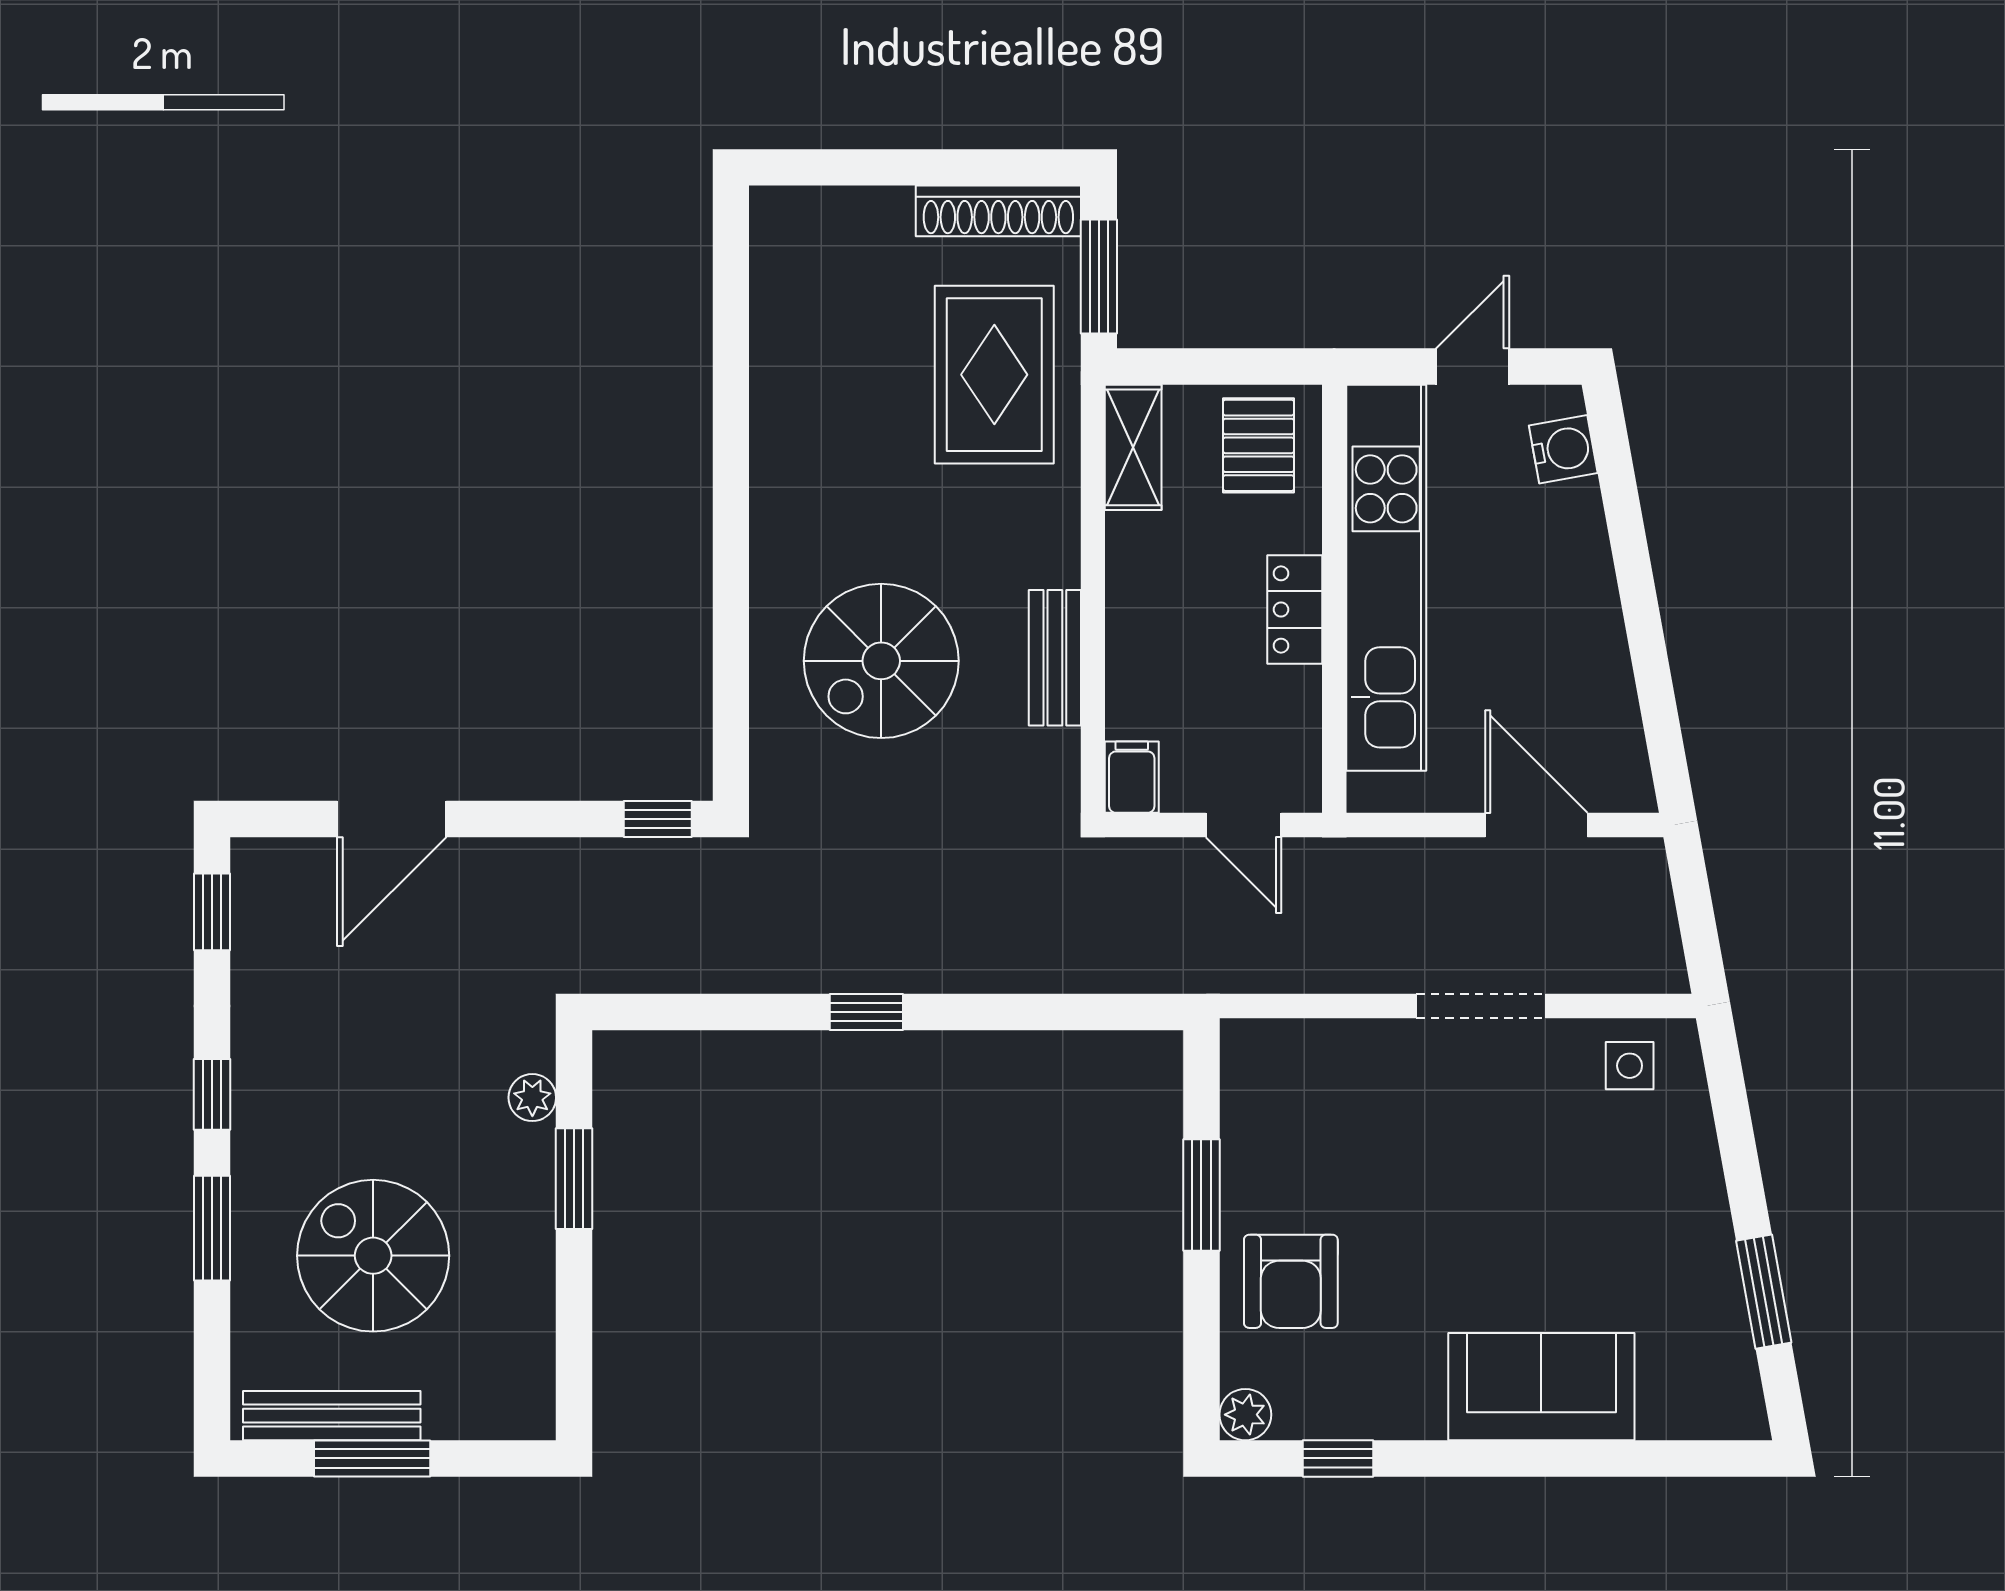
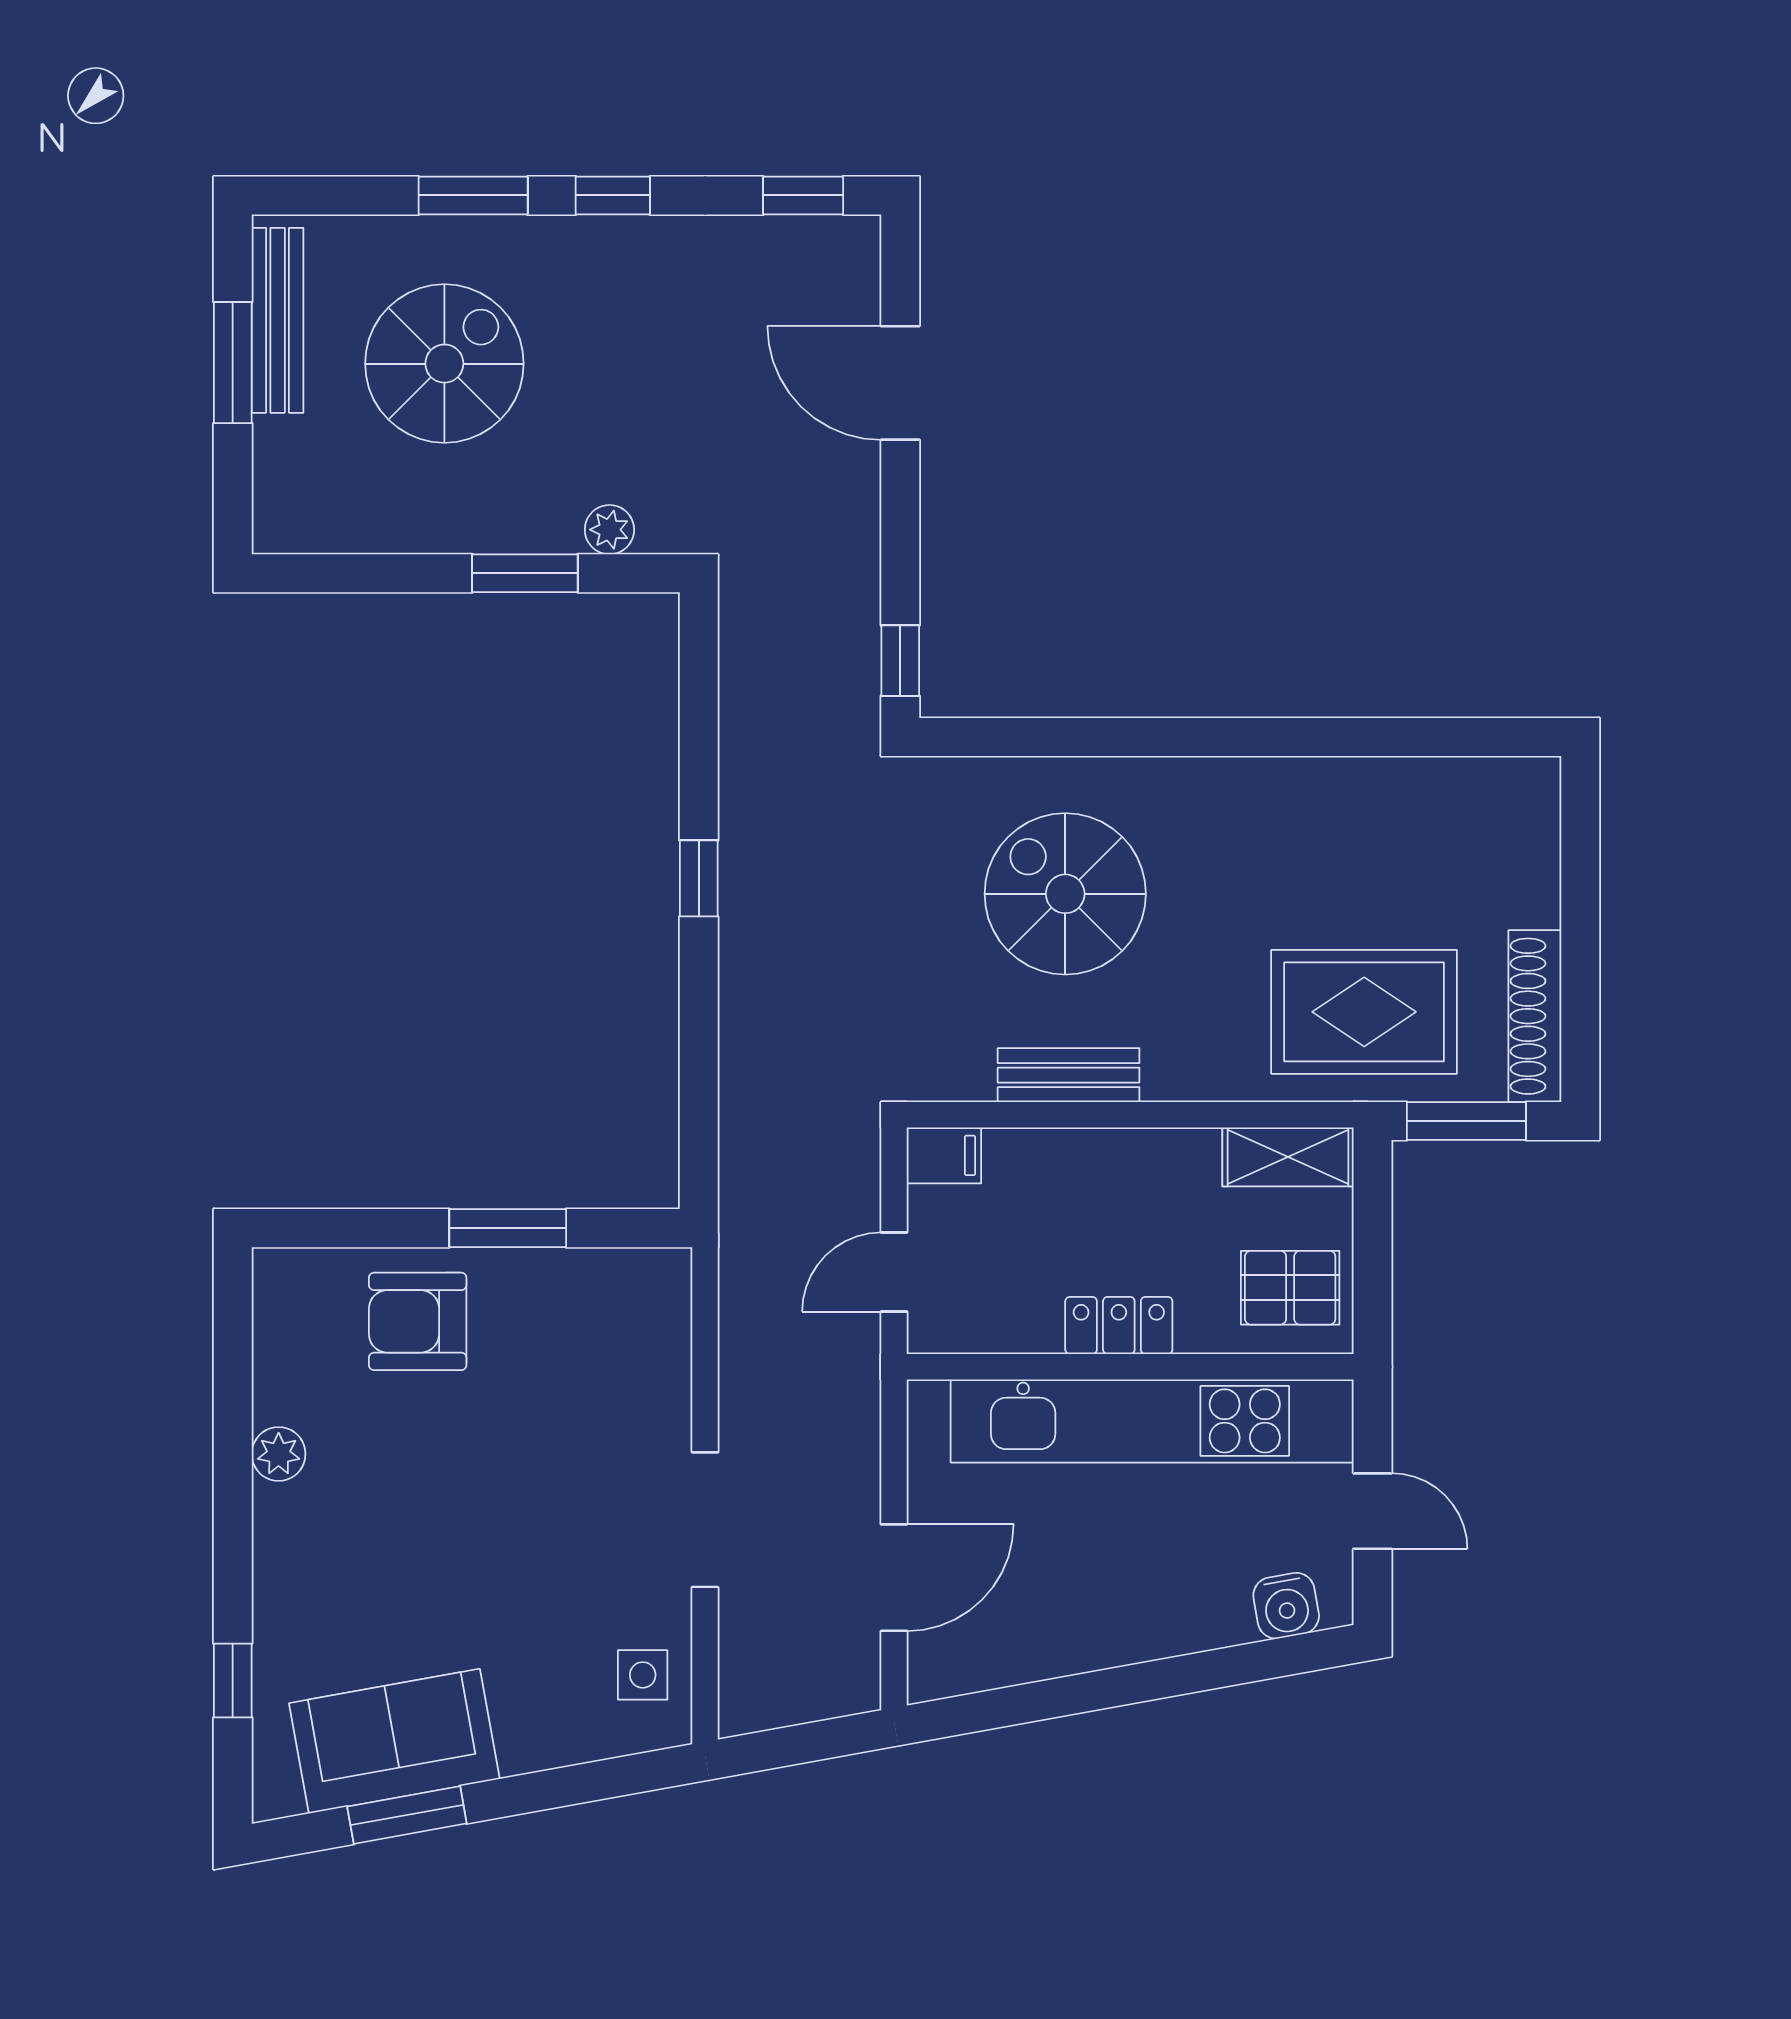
sofa: (1541, 1387) -> (394, 1741), moved, turned -100
plant: (1245, 1415) -> (279, 1454), moved
window: (1338, 1458) -> (233, 1681), moved

